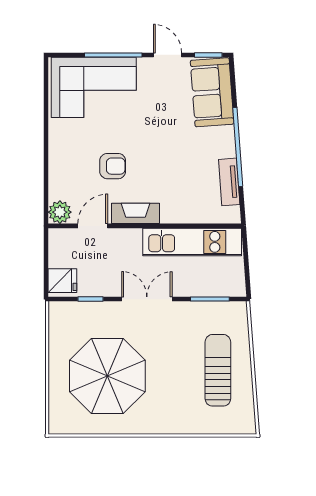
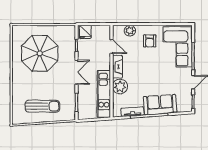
sofa: (212, 92) -> (160, 105), moved
armchair: (113, 166) -> (150, 41), moved
plant: (177, 208) -> (120, 87), added
plant: (60, 212) -> (130, 31), moved

